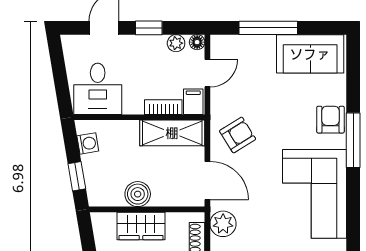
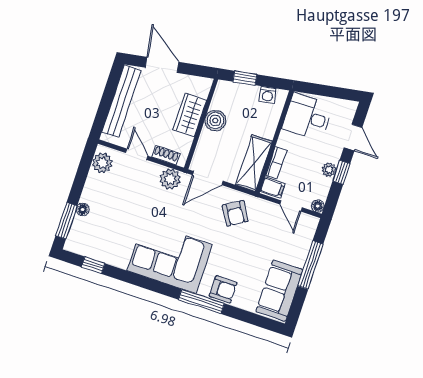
plant: (176, 43) -> (329, 170), moved

